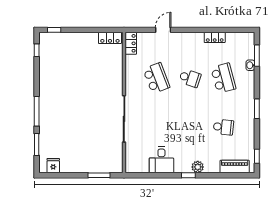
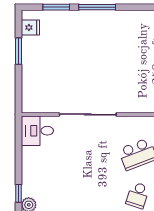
desk: (161, 160) -> (37, 131), moved
window: (99, 175) -> (19, 51), moved

